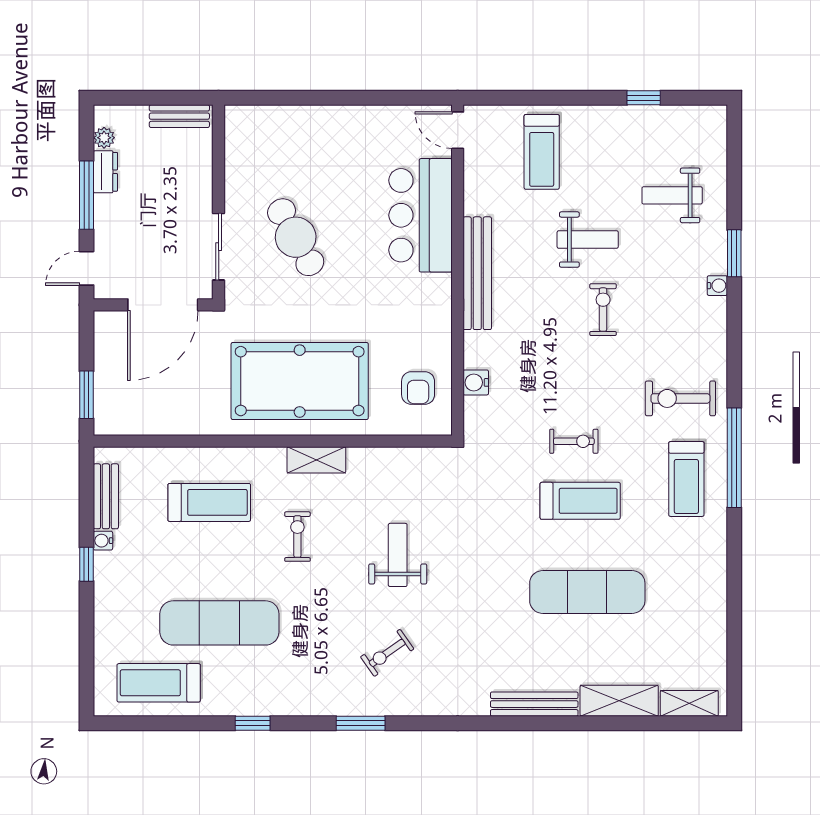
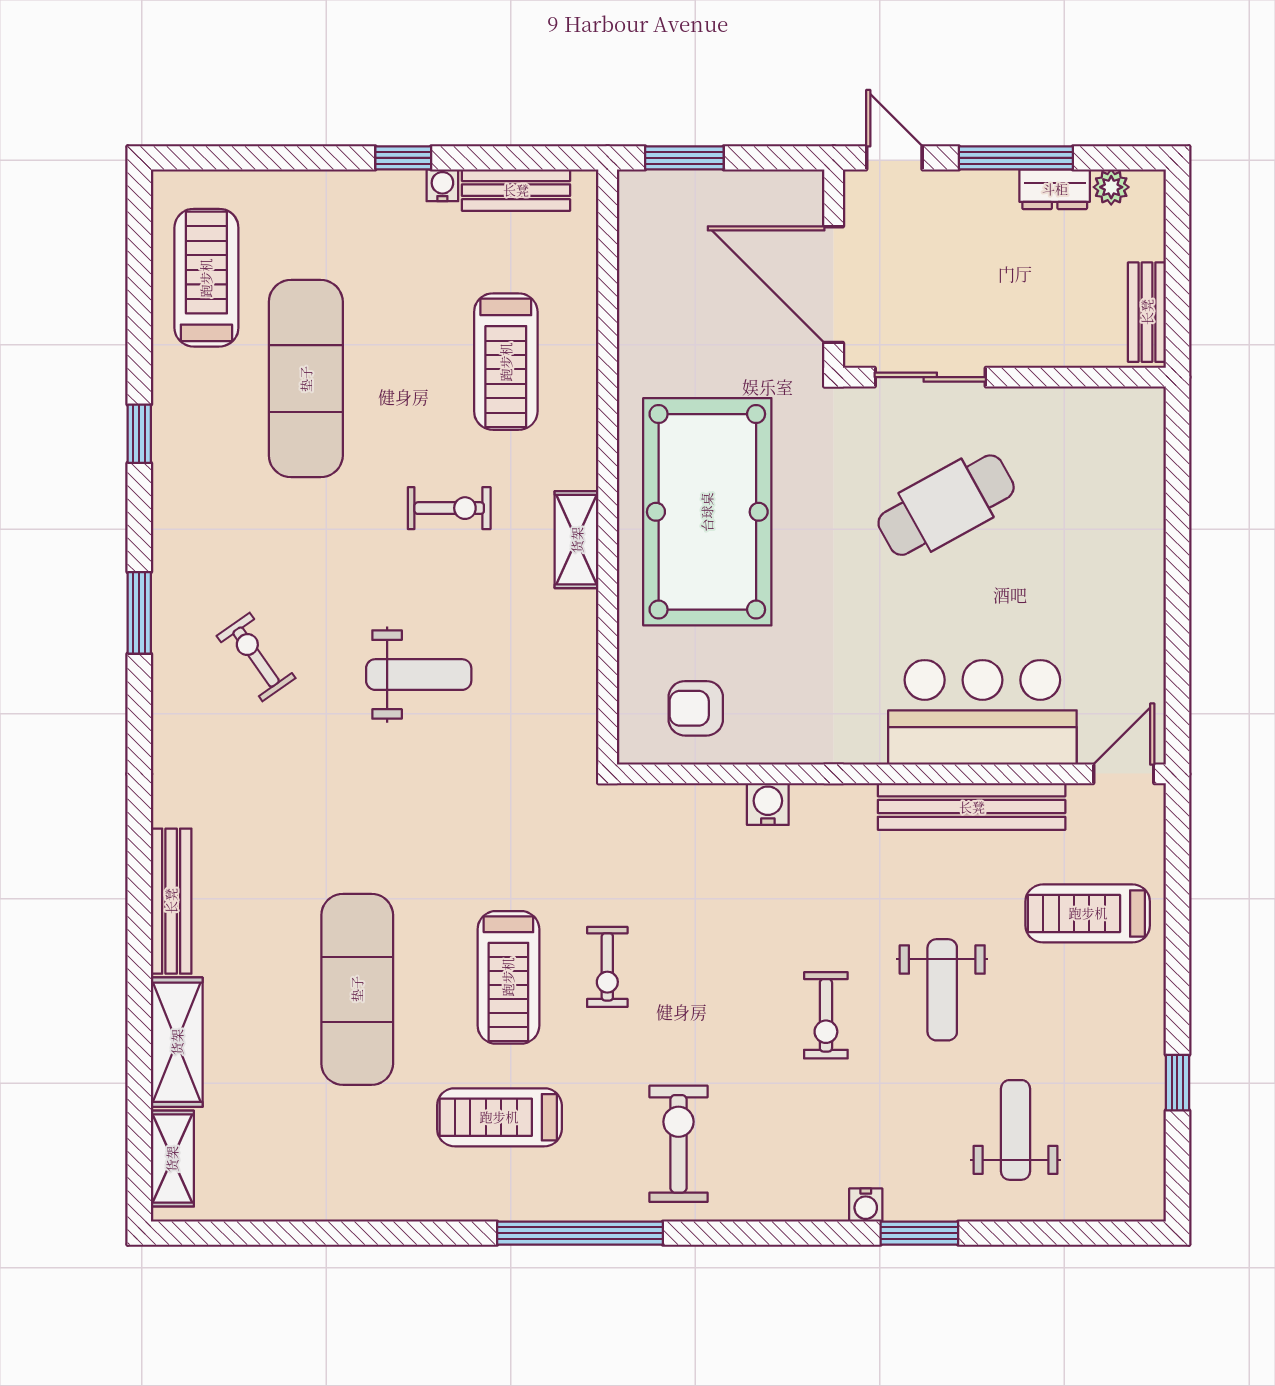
bench: (477, 273) -> (972, 807), moved
exercise bike: (603, 310) -> (826, 1015), turned 90
water cooler: (476, 382) -> (768, 804), moved
treadmill: (686, 479) -> (499, 1117), moved

